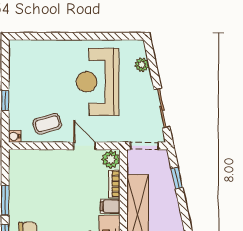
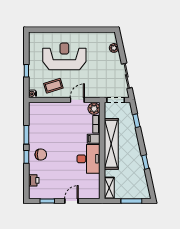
reception desk: (98, 82) -> (64, 56), moved, turned 90
door: (84, 146) -> (77, 100), hinge flipped

